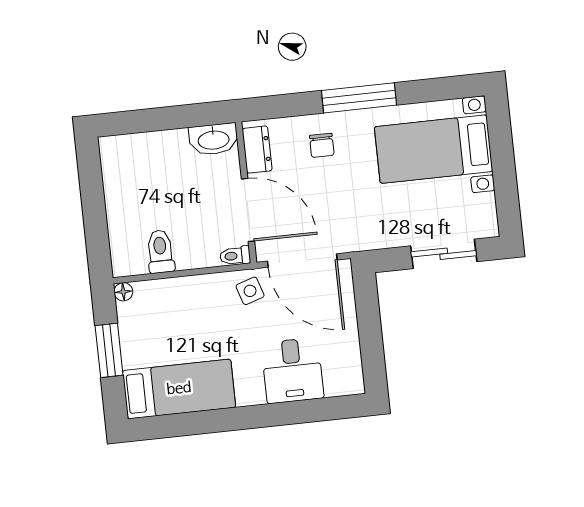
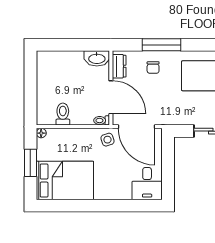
window: (359, 98) -> (161, 45), moved
desk: (293, 370) -> (147, 184), moved
bed: (179, 389) -> (65, 181), width x1.50

